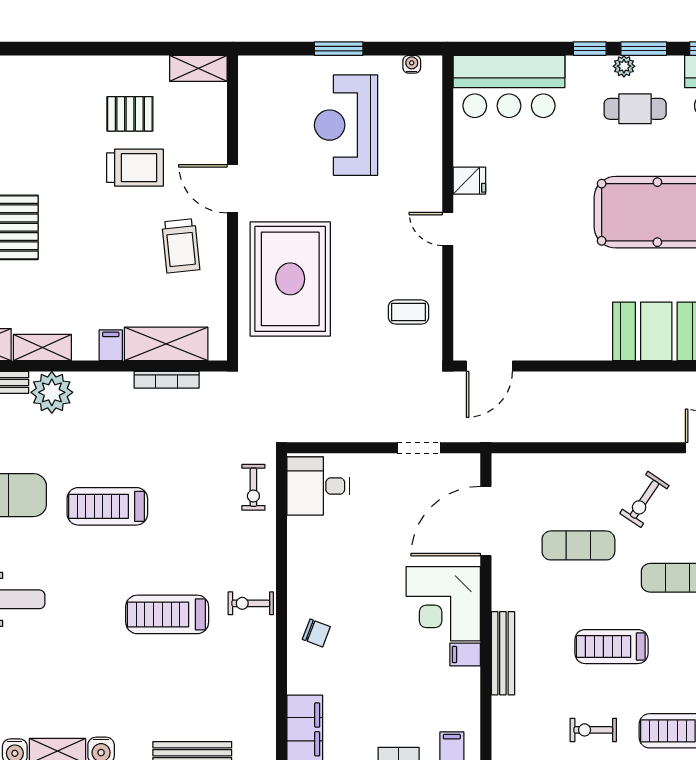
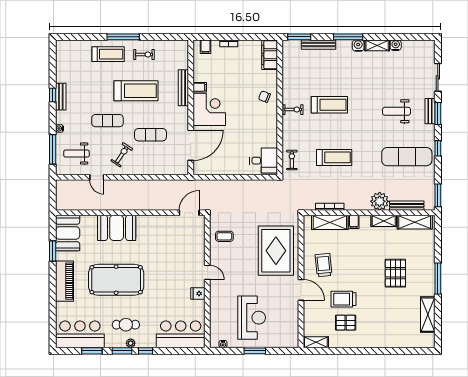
doorway: (419, 448) -> (220, 177), removed
treadmill: (107, 506) -> (334, 157), moved
treadmill: (612, 647) -> (136, 91), width x1.37, depth x1.38

